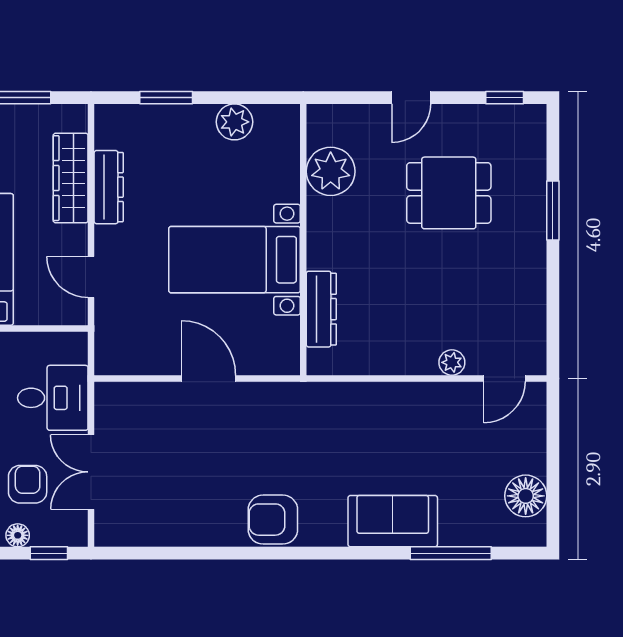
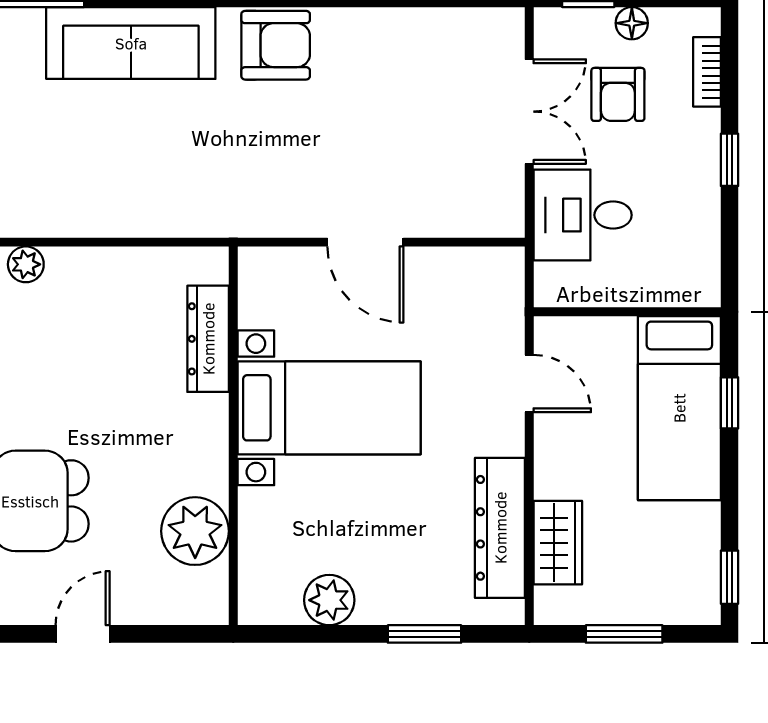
wardrobe: (71, 178) -> (558, 543), width x0.67
dresser: (109, 187) -> (500, 528), width x1.37, depth x1.24
sofa: (393, 521) -> (131, 43), width x1.36

